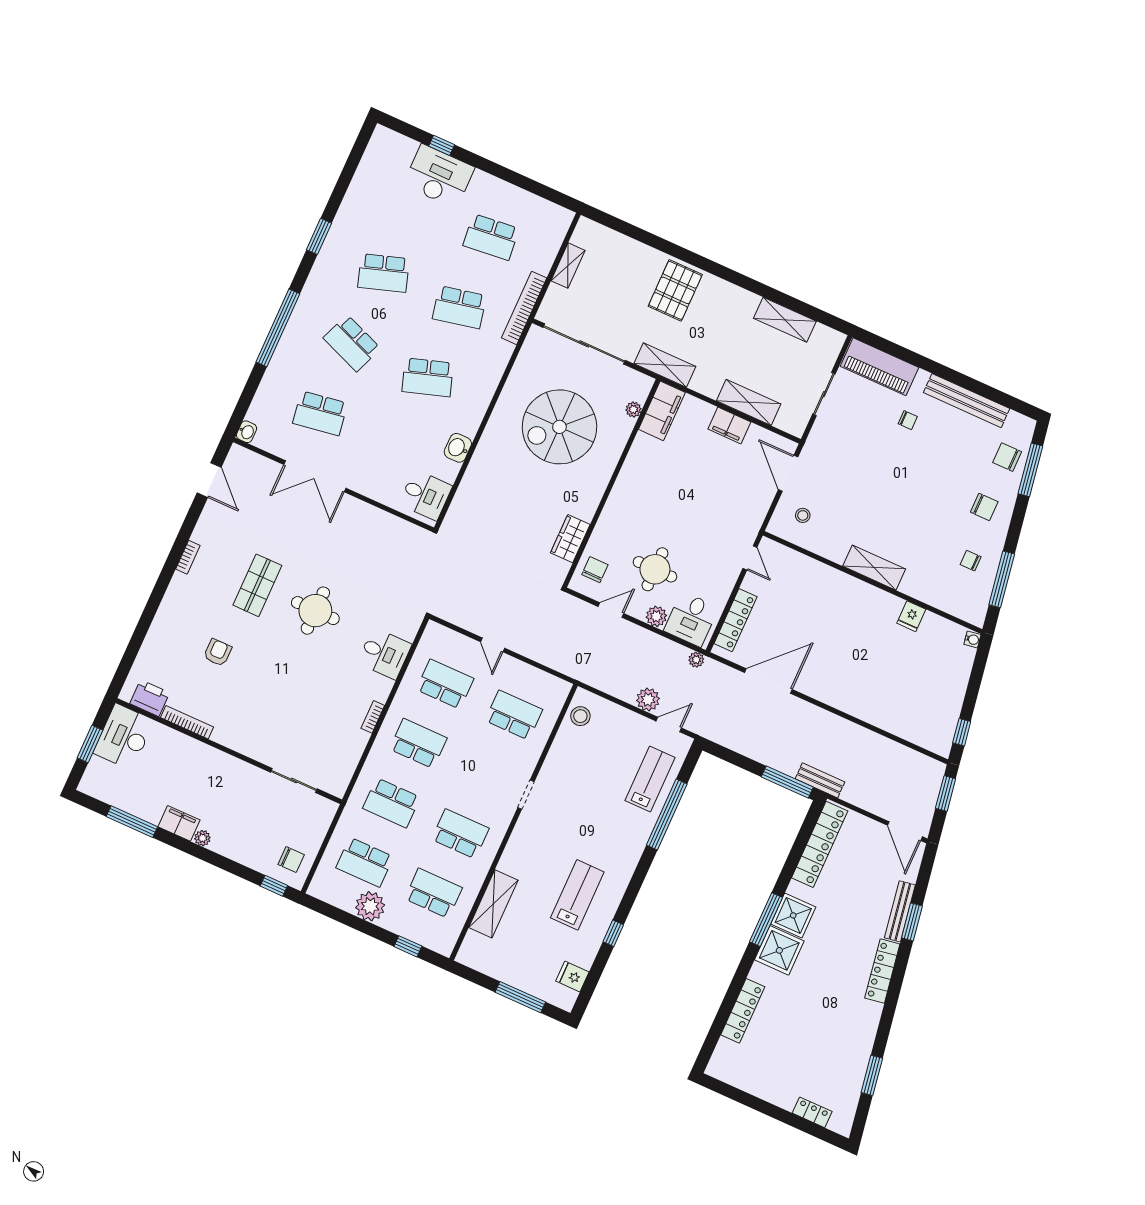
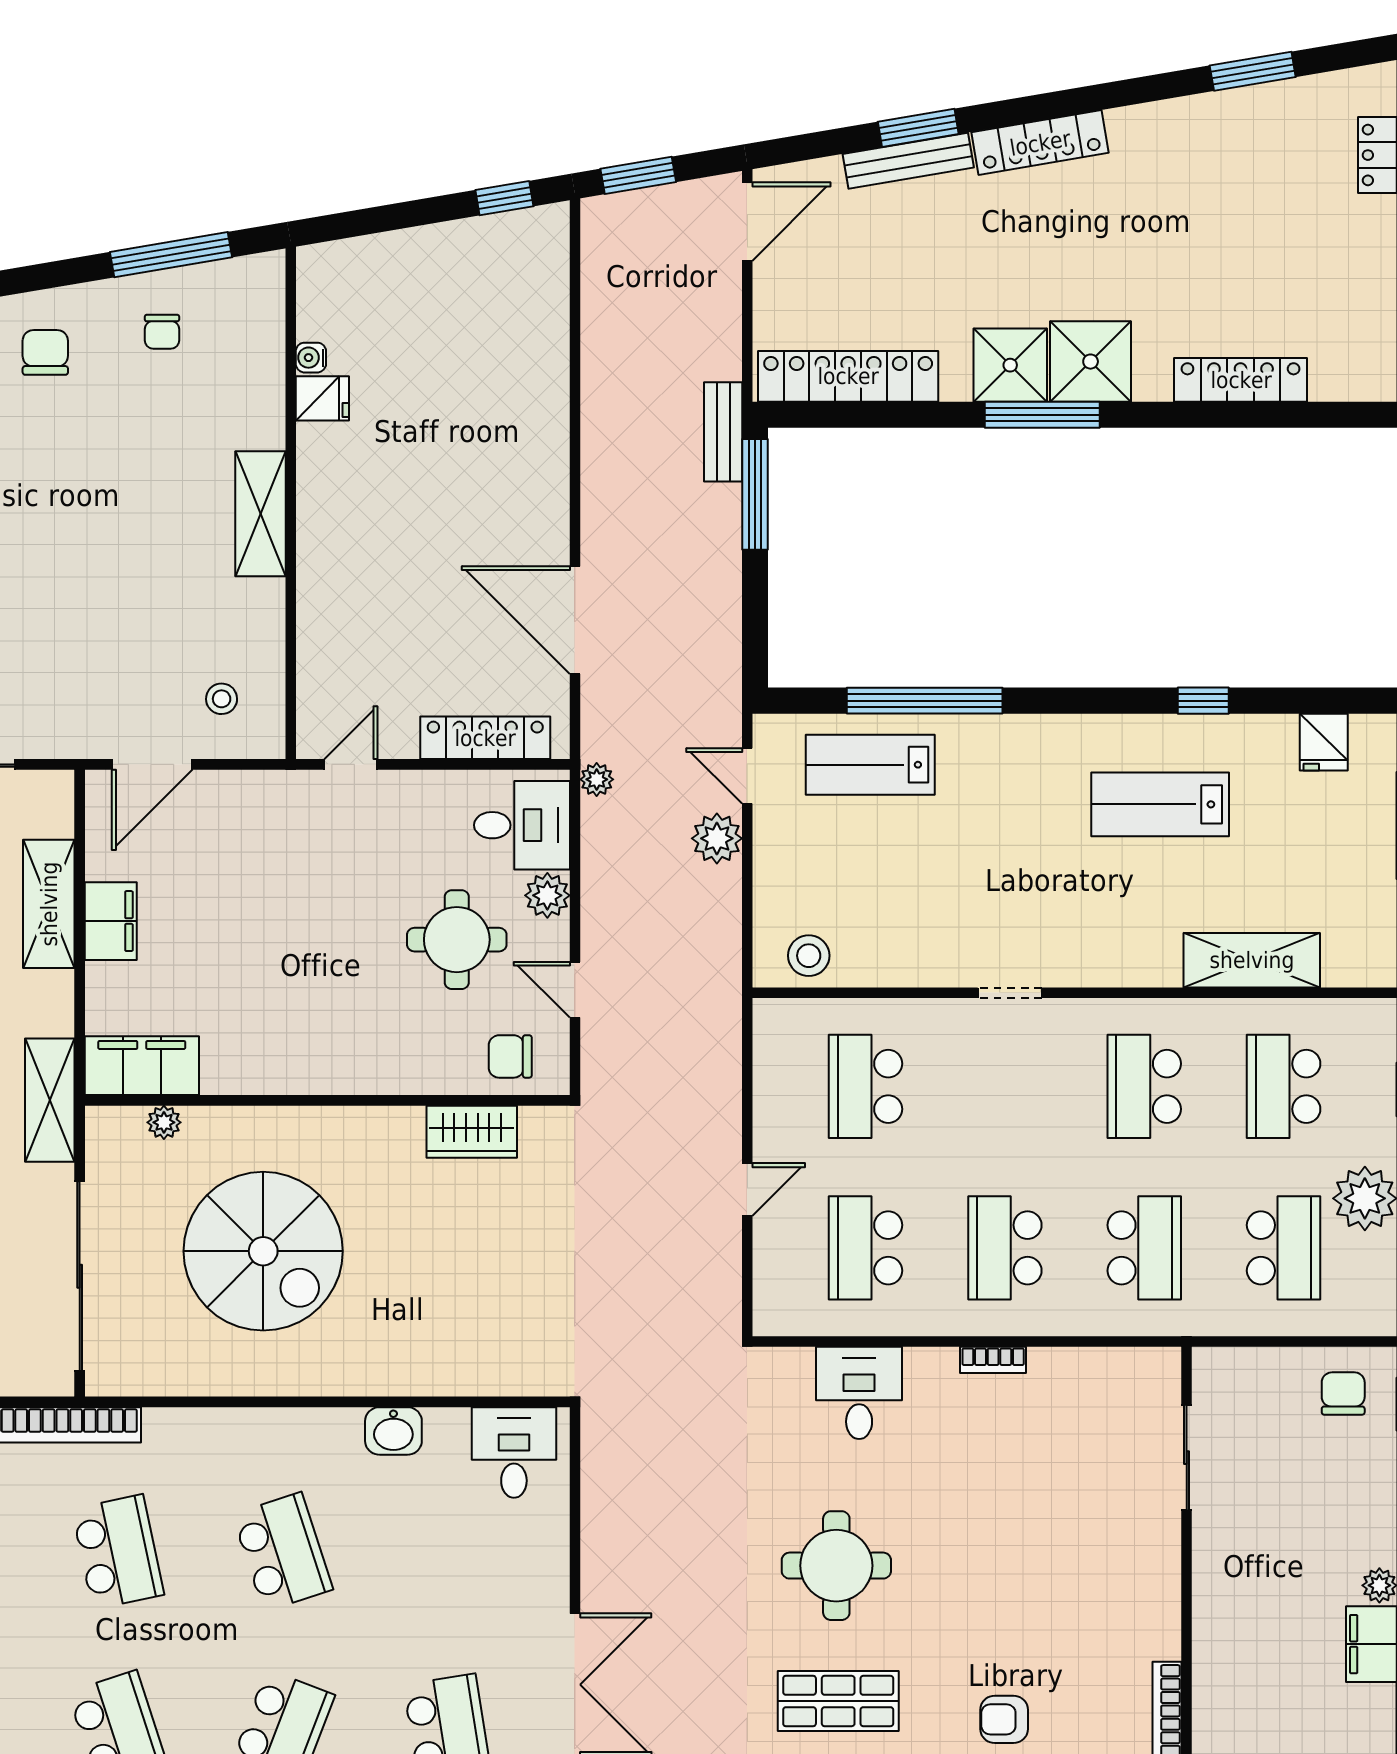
water cooler: (972, 639) -> (311, 358), moved, turned -80

